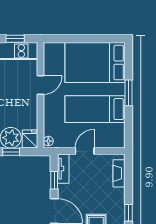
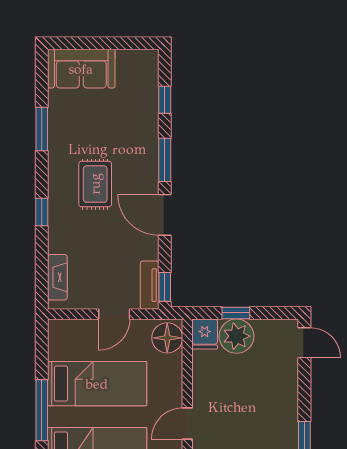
window: (128, 93) -> (42, 410), width x1.44
floor lamp: (48, 141) -> (167, 338), width x1.89, depth x1.89
window: (54, 180) -> (165, 287), moved

